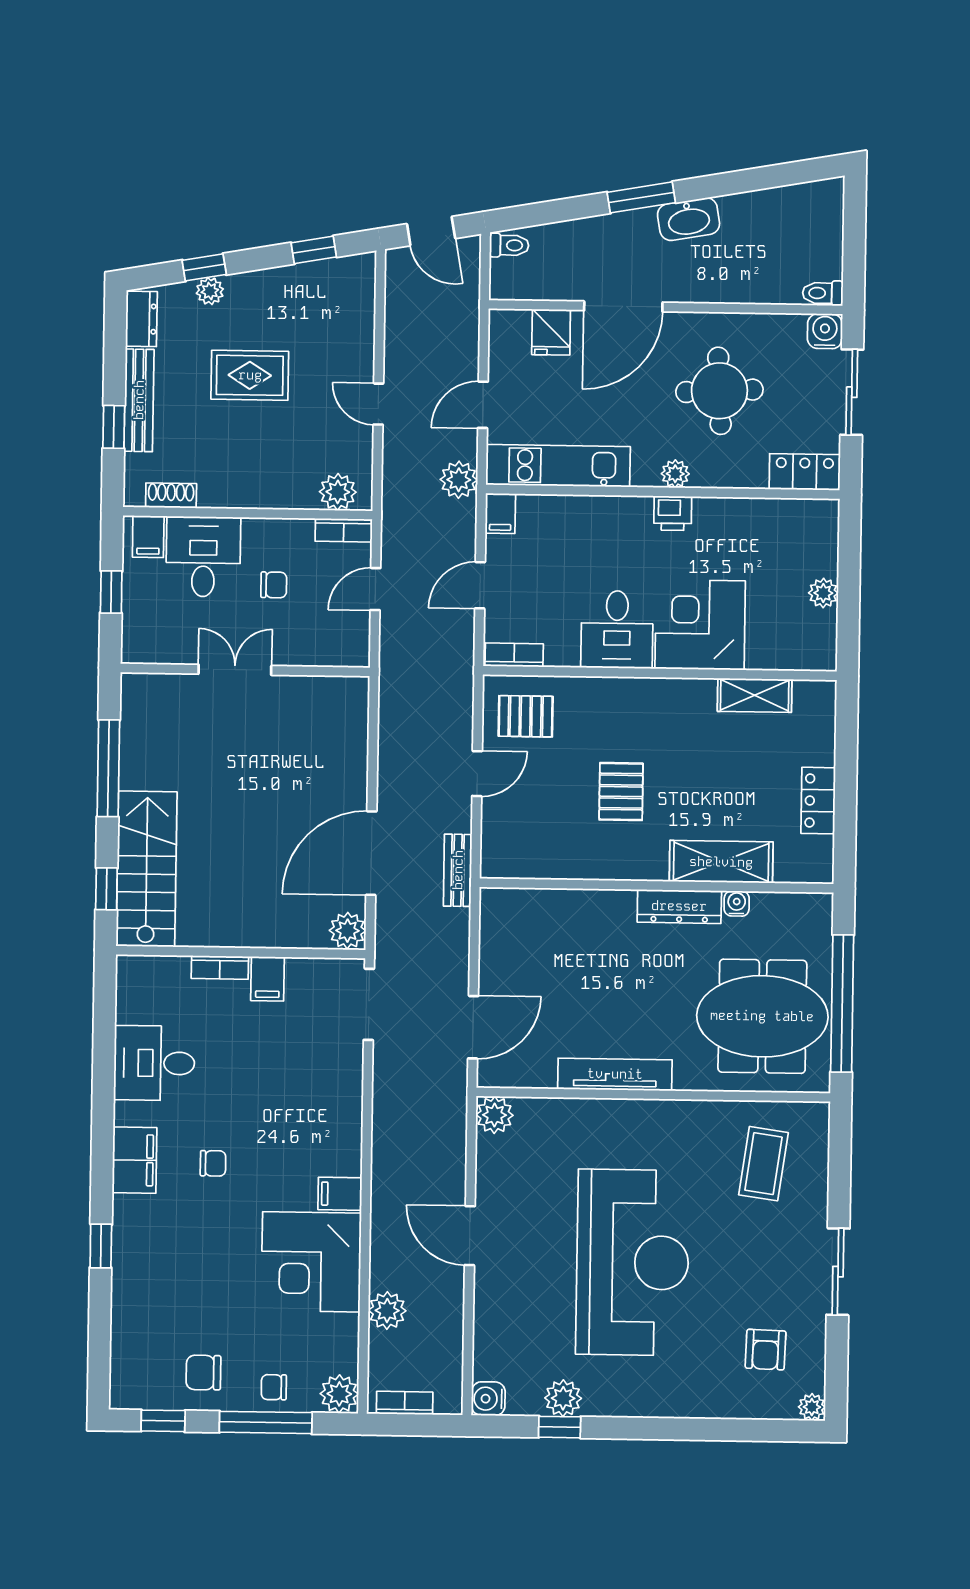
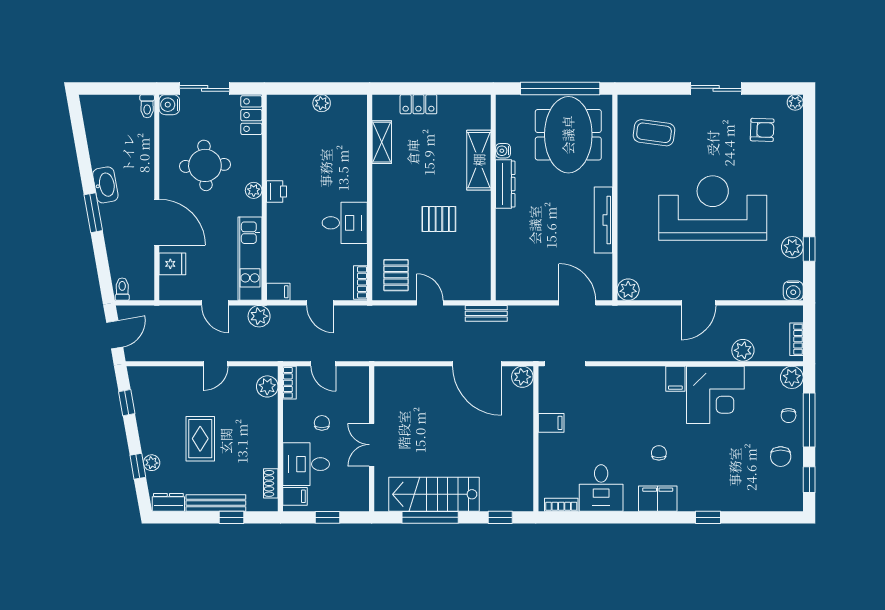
corner desk: (700, 625) -> (341, 174), removed
locker: (818, 801) -> (418, 104), moved
stairs: (147, 869) -> (434, 494), moved
bookcase: (220, 967) -> (561, 505), moved, turned -90

